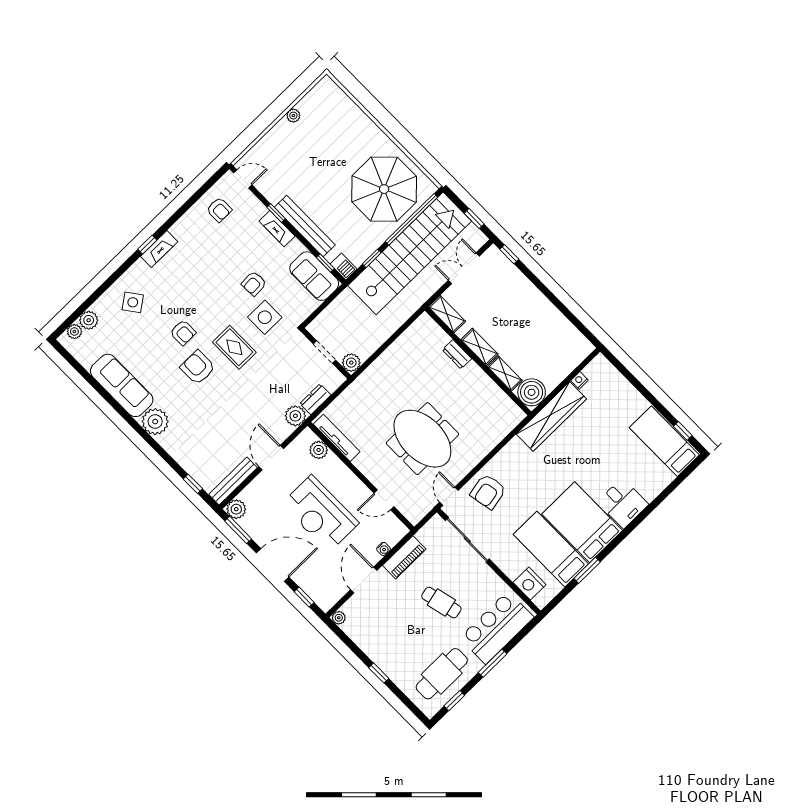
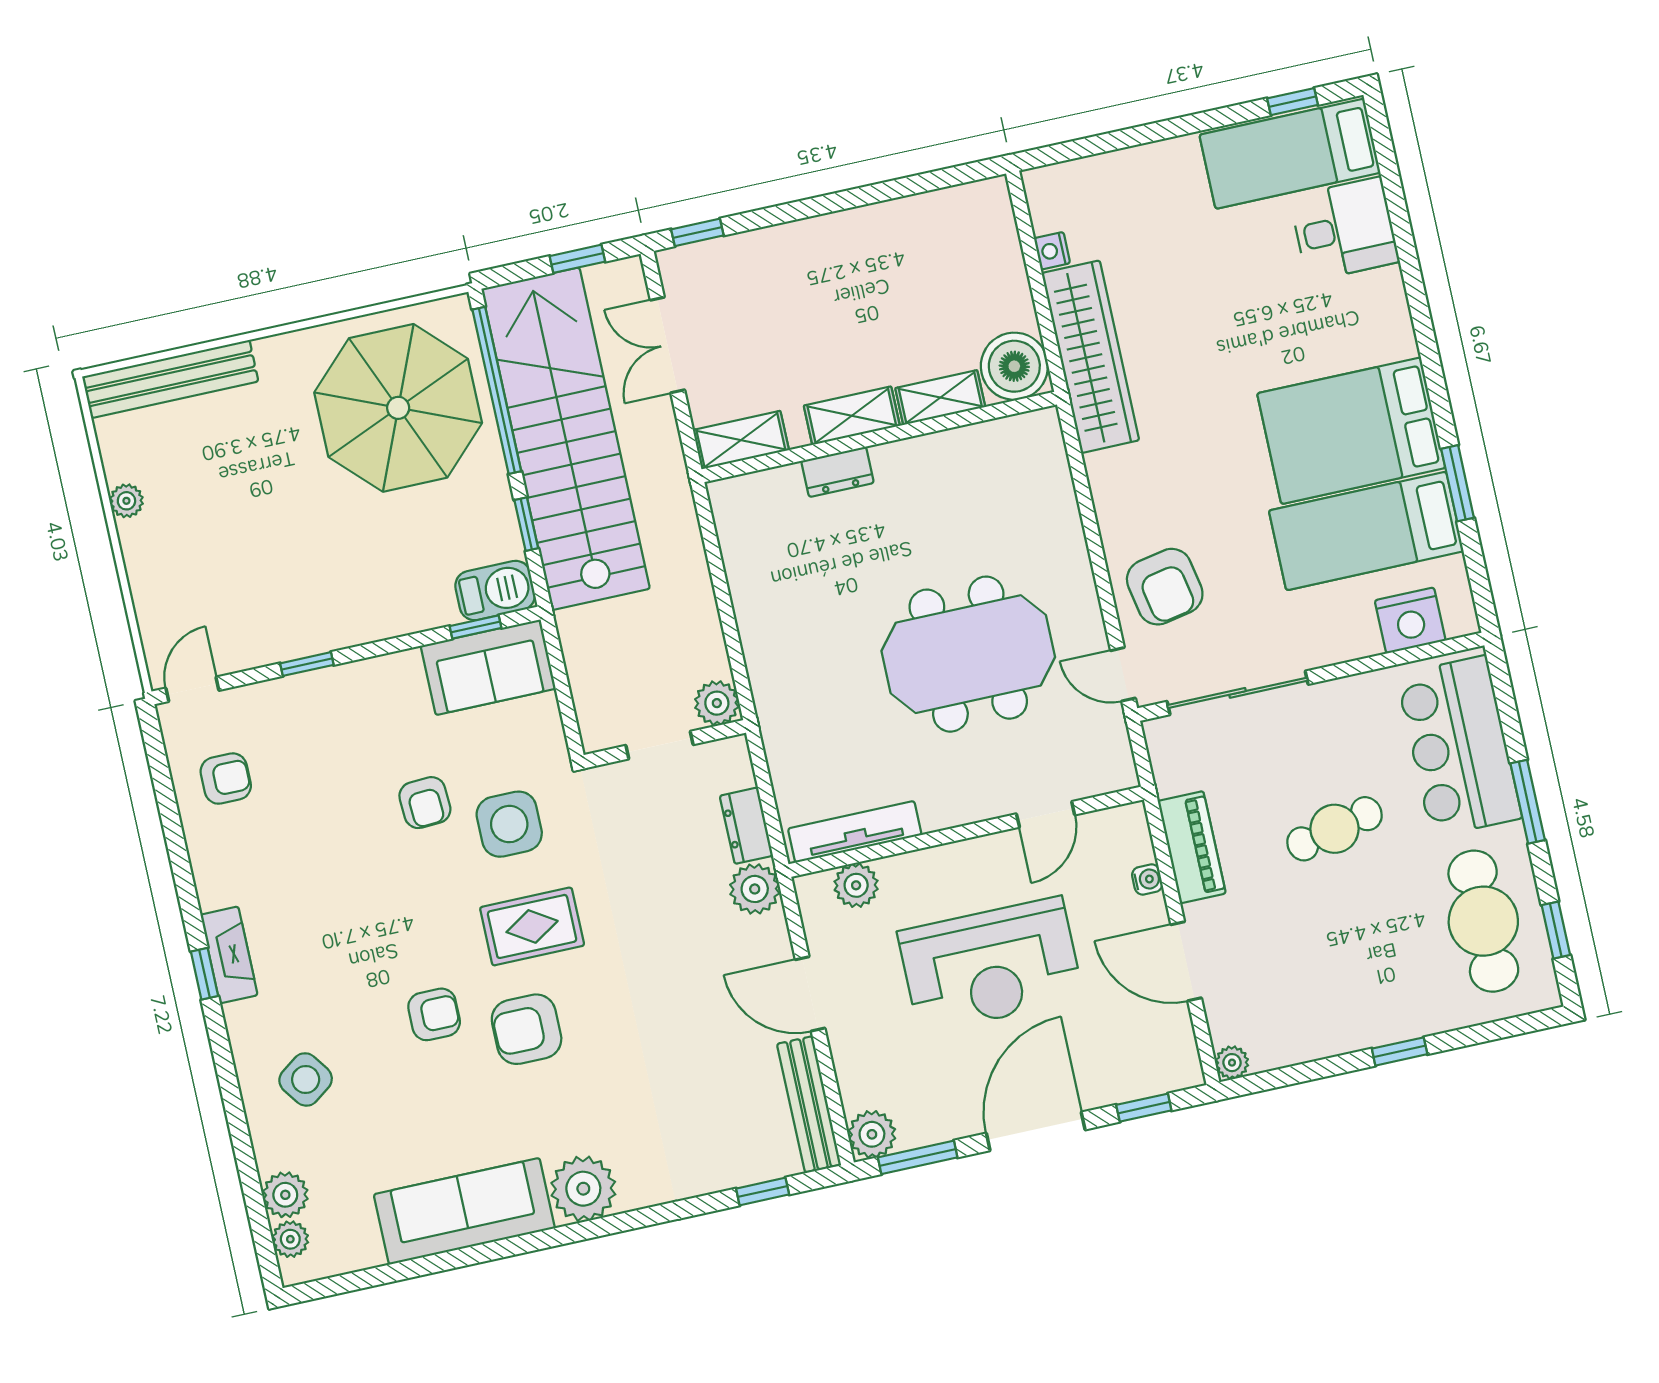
bench: (305, 226) -> (170, 379), moved
fireplace: (277, 229) -> (341, 683), removed
barbecue: (344, 266) -> (495, 591), width x1.38, depth x1.27
desk: (623, 503) -> (1344, 229), moved

